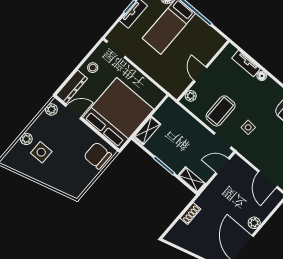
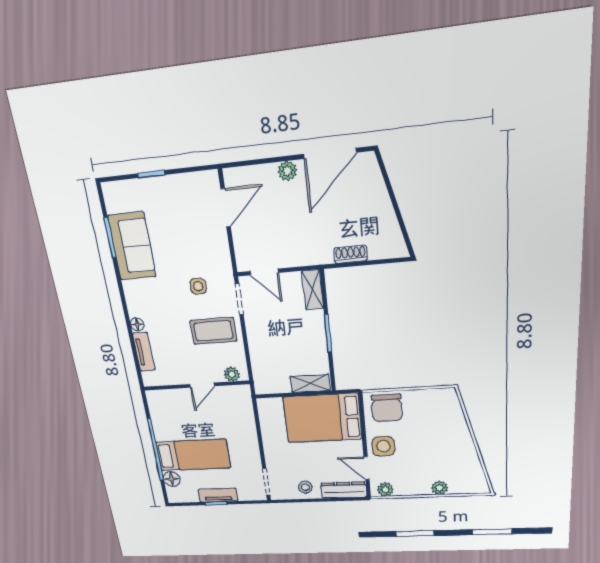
bed: (118, 113) -> (323, 418), width x0.73
side table: (41, 152) -> (383, 446), moved

